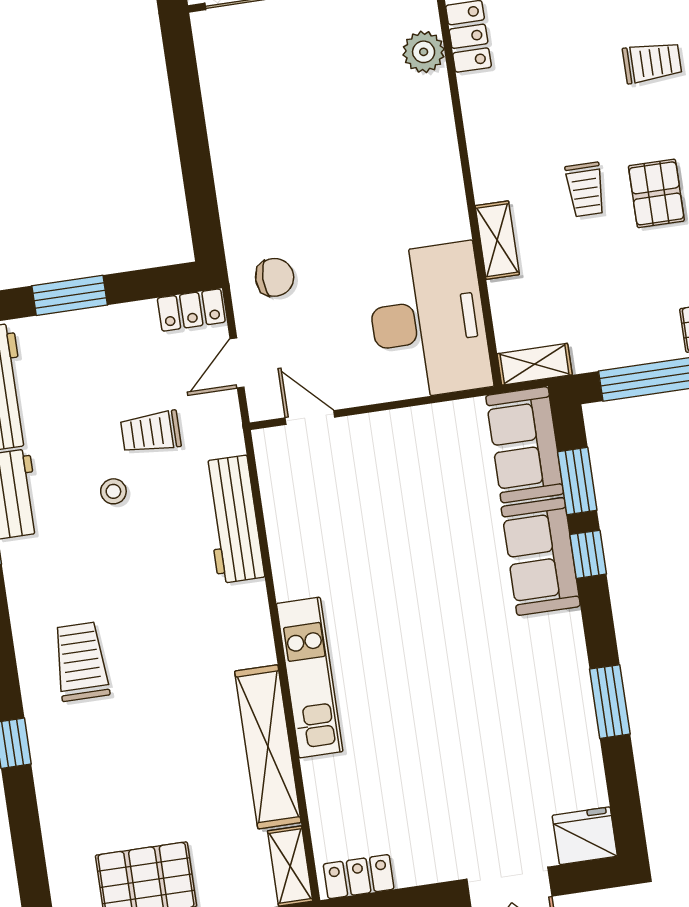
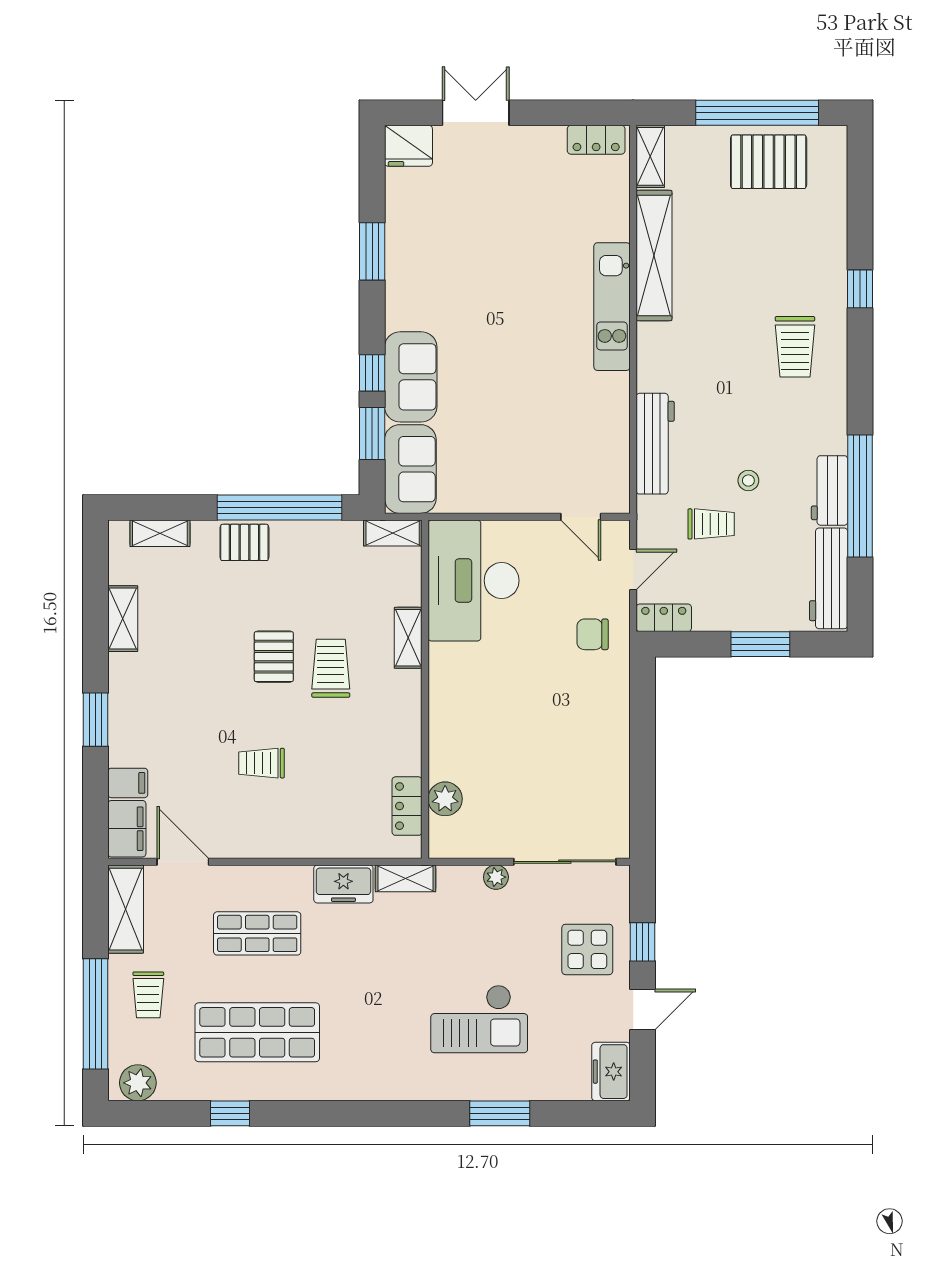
trolley: (585, 190) -> (331, 668), width x1.36, depth x1.39

